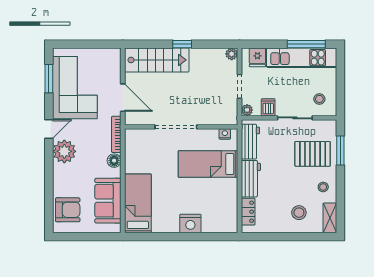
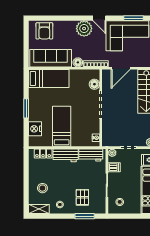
floor lamp: (146, 136) -> (94, 84), added
pallet: (313, 154) -> (82, 197), width x0.67, depth x0.71
bed: (208, 164) -> (62, 126), moved
sofa: (108, 201) -> (51, 58), width x1.36
nightstand: (190, 223) -> (35, 129), moved
window: (182, 237) -> (26, 108), added

